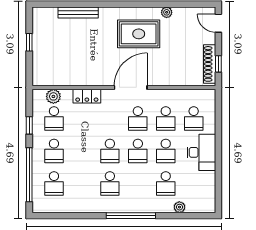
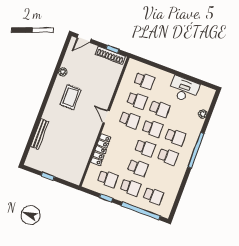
rug: (139, 34) -> (71, 97), width x0.73, depth x0.70
door: (131, 87) -> (106, 117), width x0.53
plant: (53, 96) -> (92, 173), removed
locker: (87, 96) -> (101, 150), width x1.53
school desk: (82, 151) -> (138, 168), added
desk: (201, 152) -> (184, 89), moved
school desk: (166, 183) -> (175, 137), moved

